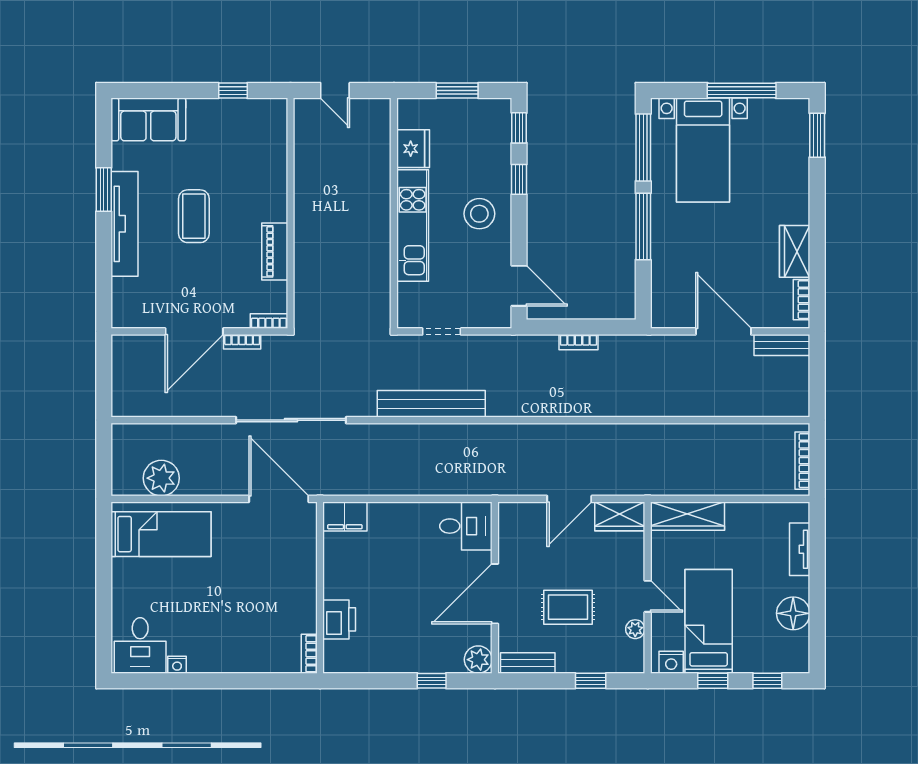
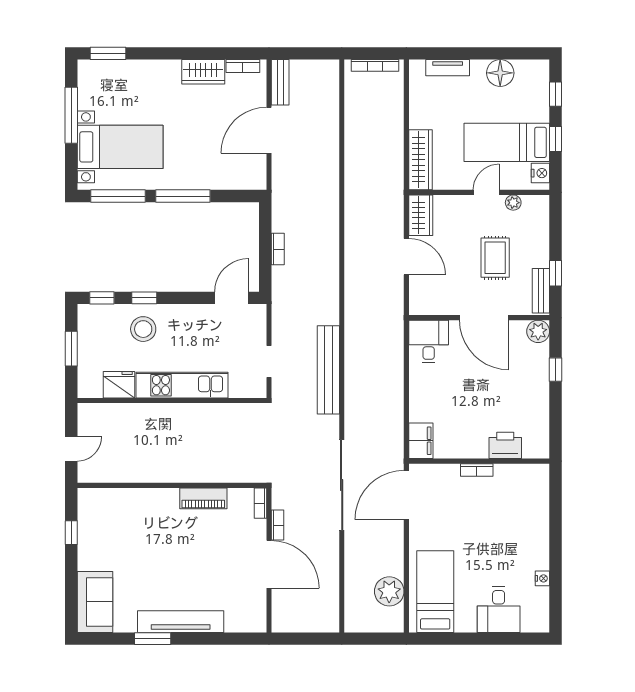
stool: (479, 214) -> (143, 329), moved
coffee table: (194, 216) -> (174, 565), removed
desk: (140, 645) -> (499, 610), moved, turned 90
bookcase: (309, 654) -> (477, 470), moved
window: (591, 681) -> (556, 273), moved

